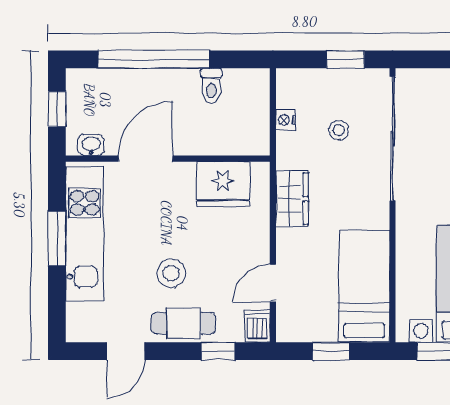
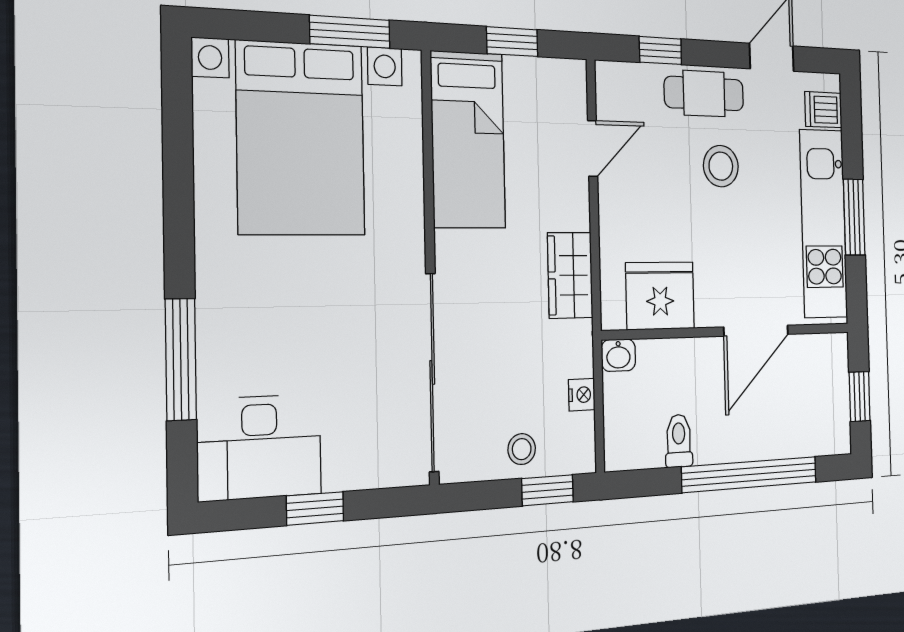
window: (345, 59) -> (548, 490), moved
stool: (339, 130) -> (522, 449), moved
washbasin: (91, 145) -> (618, 355), moved
dishwasher: (257, 326) -> (823, 110), moved, turned 90

